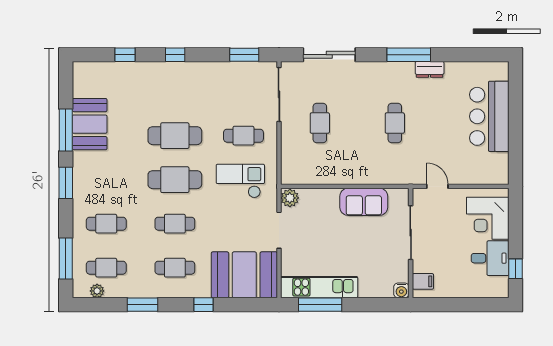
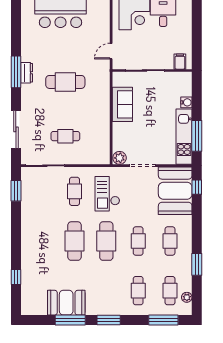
window: (175, 55) -> (16, 241), removed
dresser: (430, 69) -> (27, 73), moved
cafe table: (395, 123) -> (65, 82), width x1.37, depth x1.35
water cooler: (401, 290) -> (186, 102), moved
window: (203, 305) -> (197, 187), moved

